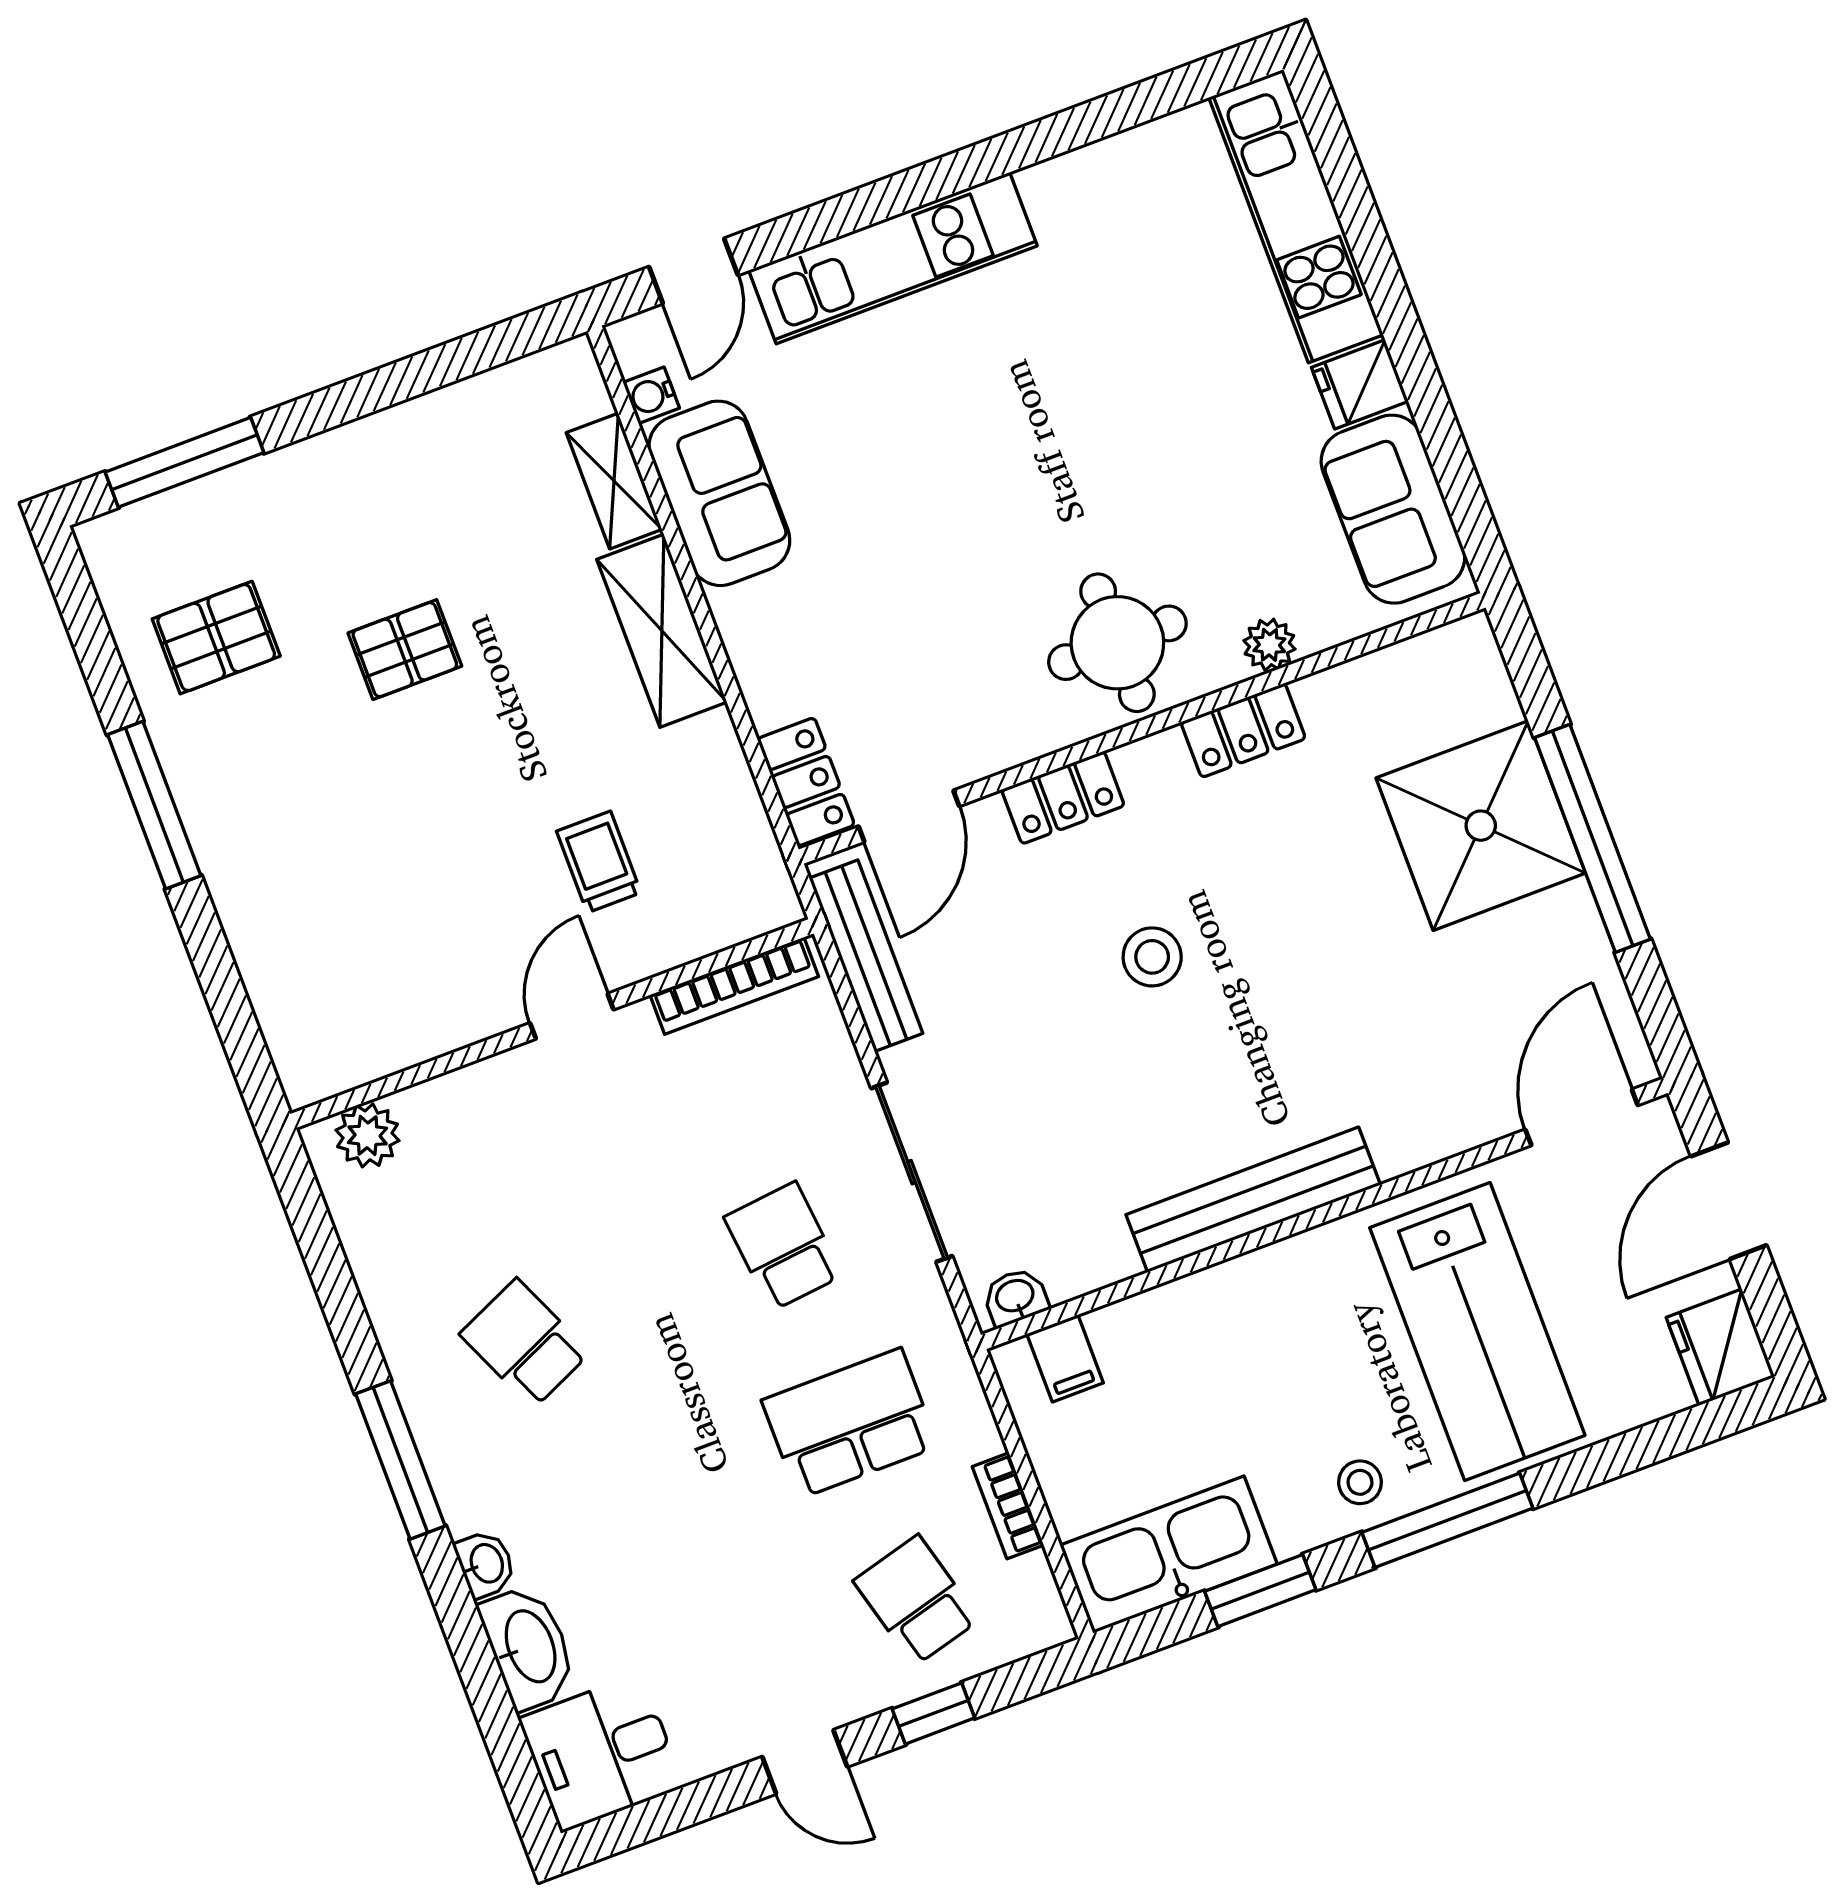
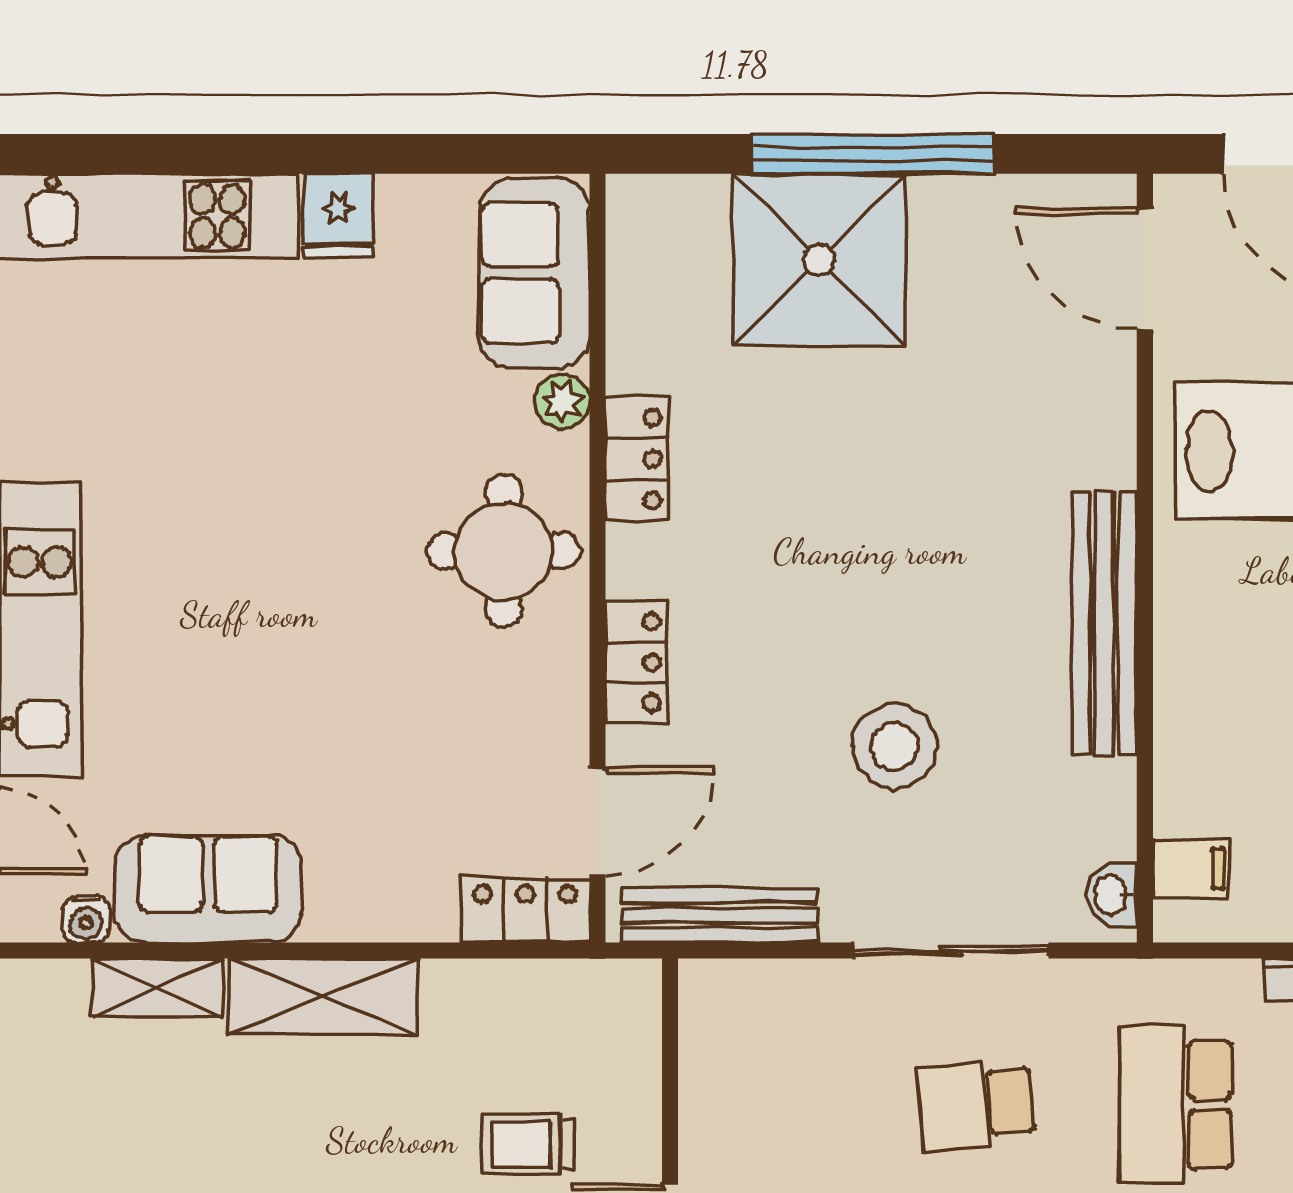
sofa: (1393, 509) -> (534, 273), moved, turned 90
door: (909, 816) -> (598, 821), hinge flipped
stool: (1152, 957) -> (894, 746), moved, width x1.38, depth x1.38
bookcase: (734, 986) -> (700, 1057), removed

